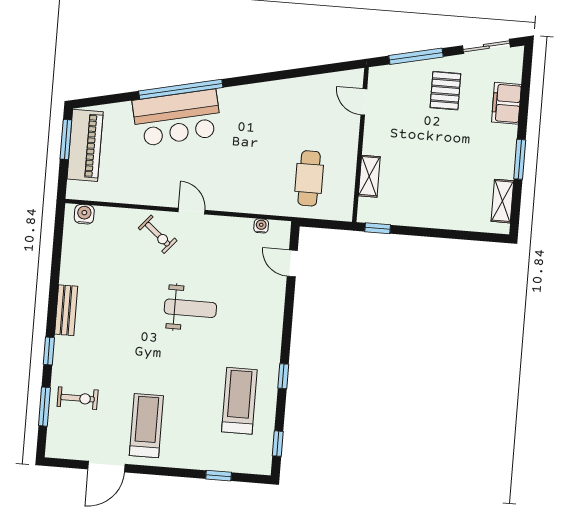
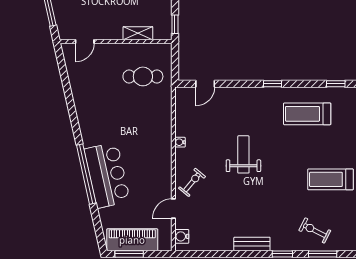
door: (192, 211) -> (173, 208), moved
water cooler: (261, 226) -> (180, 142), moved
window: (283, 376) -> (272, 84), moved
exercise bike: (78, 398) -> (315, 231), turned -63

